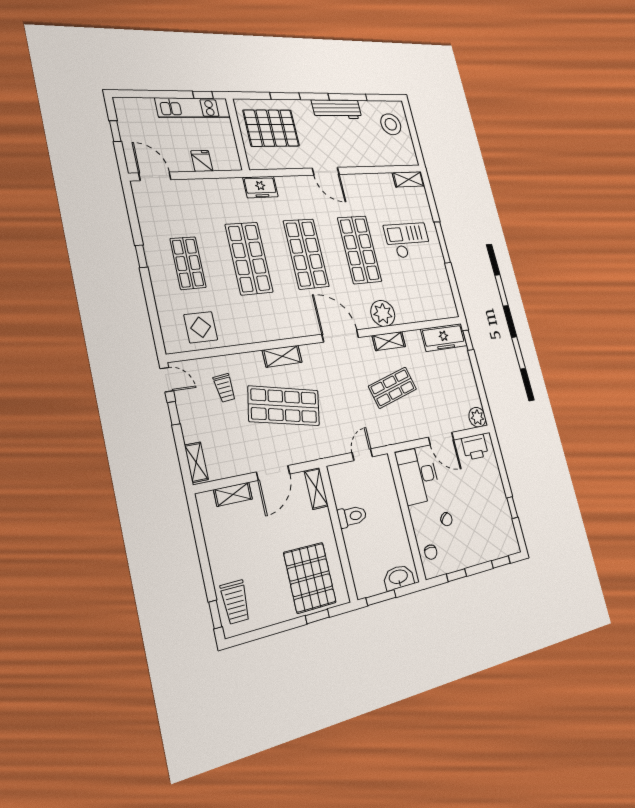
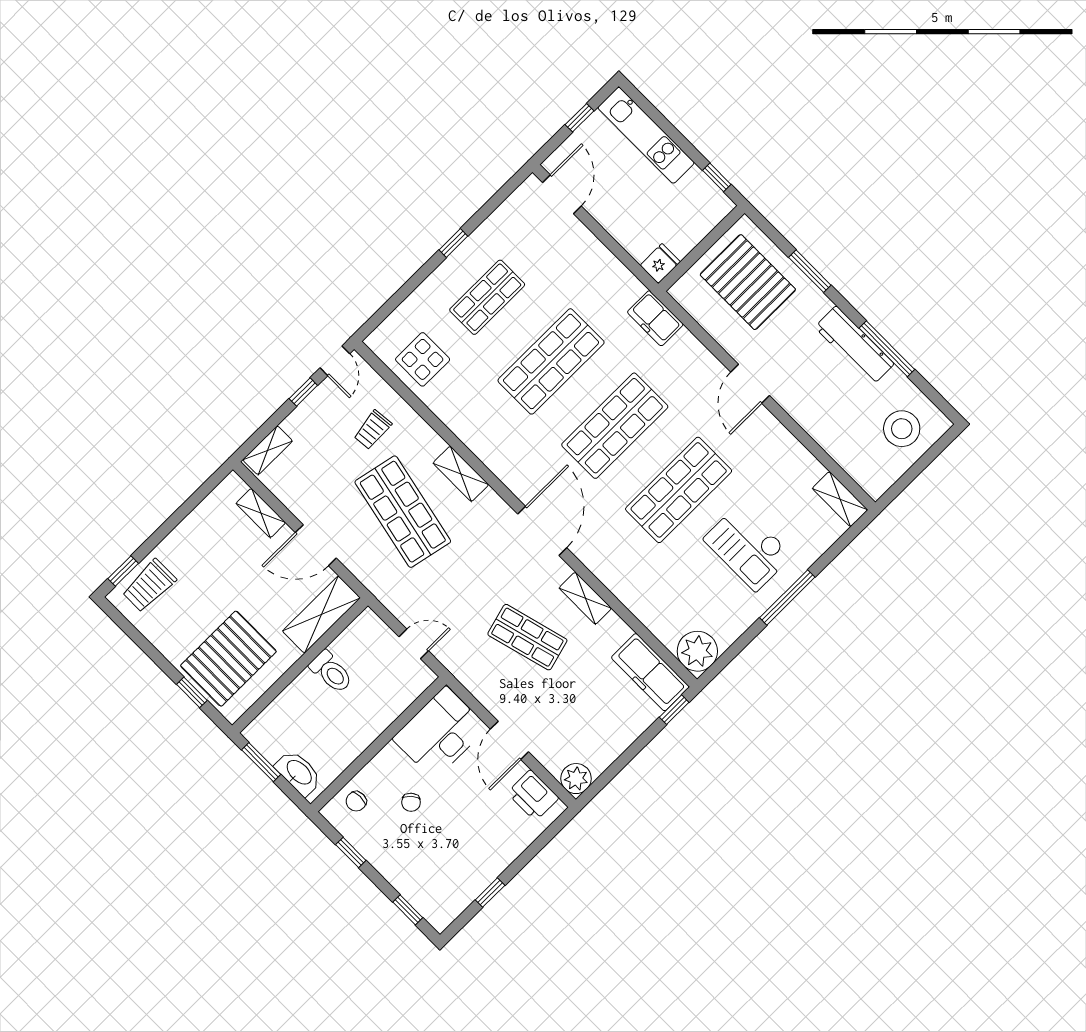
kitchen unit: (193, 108) -> (646, 135), moved
fridge: (202, 161) -> (660, 264), moved
checkout: (408, 240) -> (748, 547), turned 180
plant: (383, 313) -> (697, 651), moved
shelving: (316, 488) -> (321, 615), width x1.50, depth x1.33

